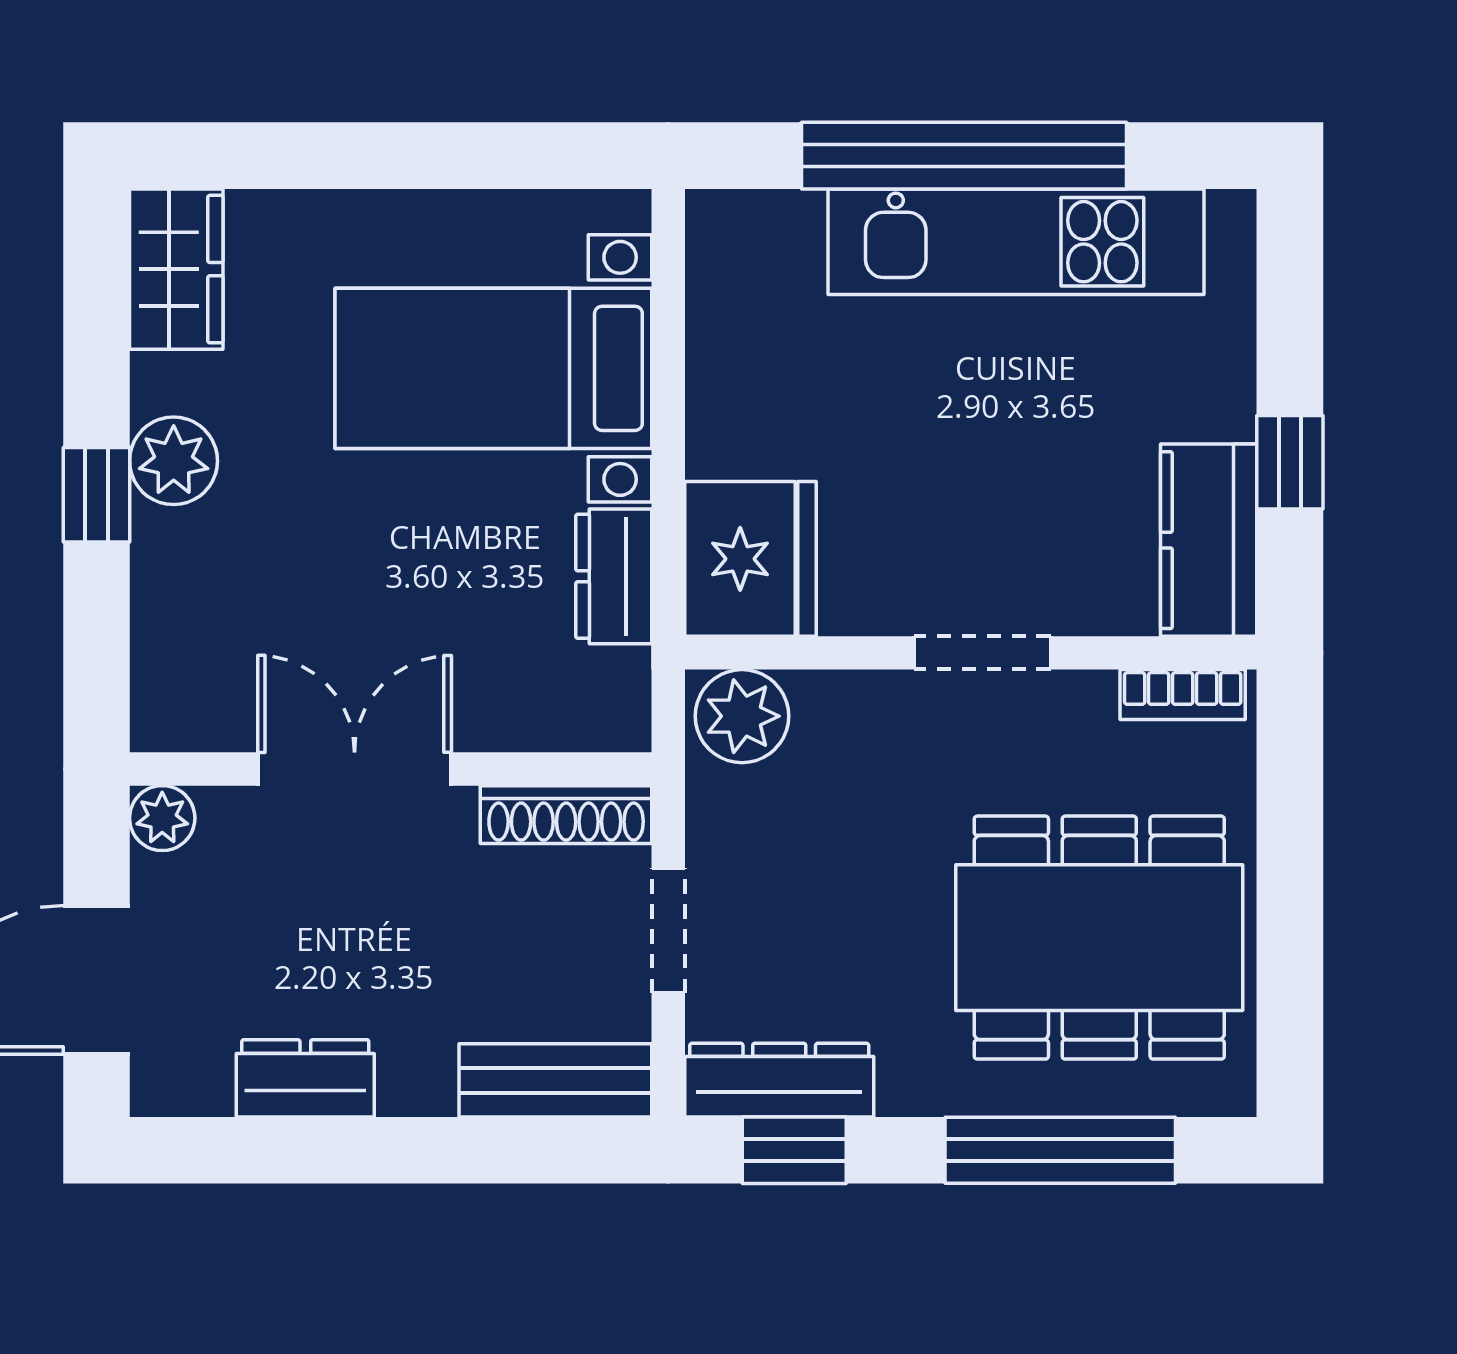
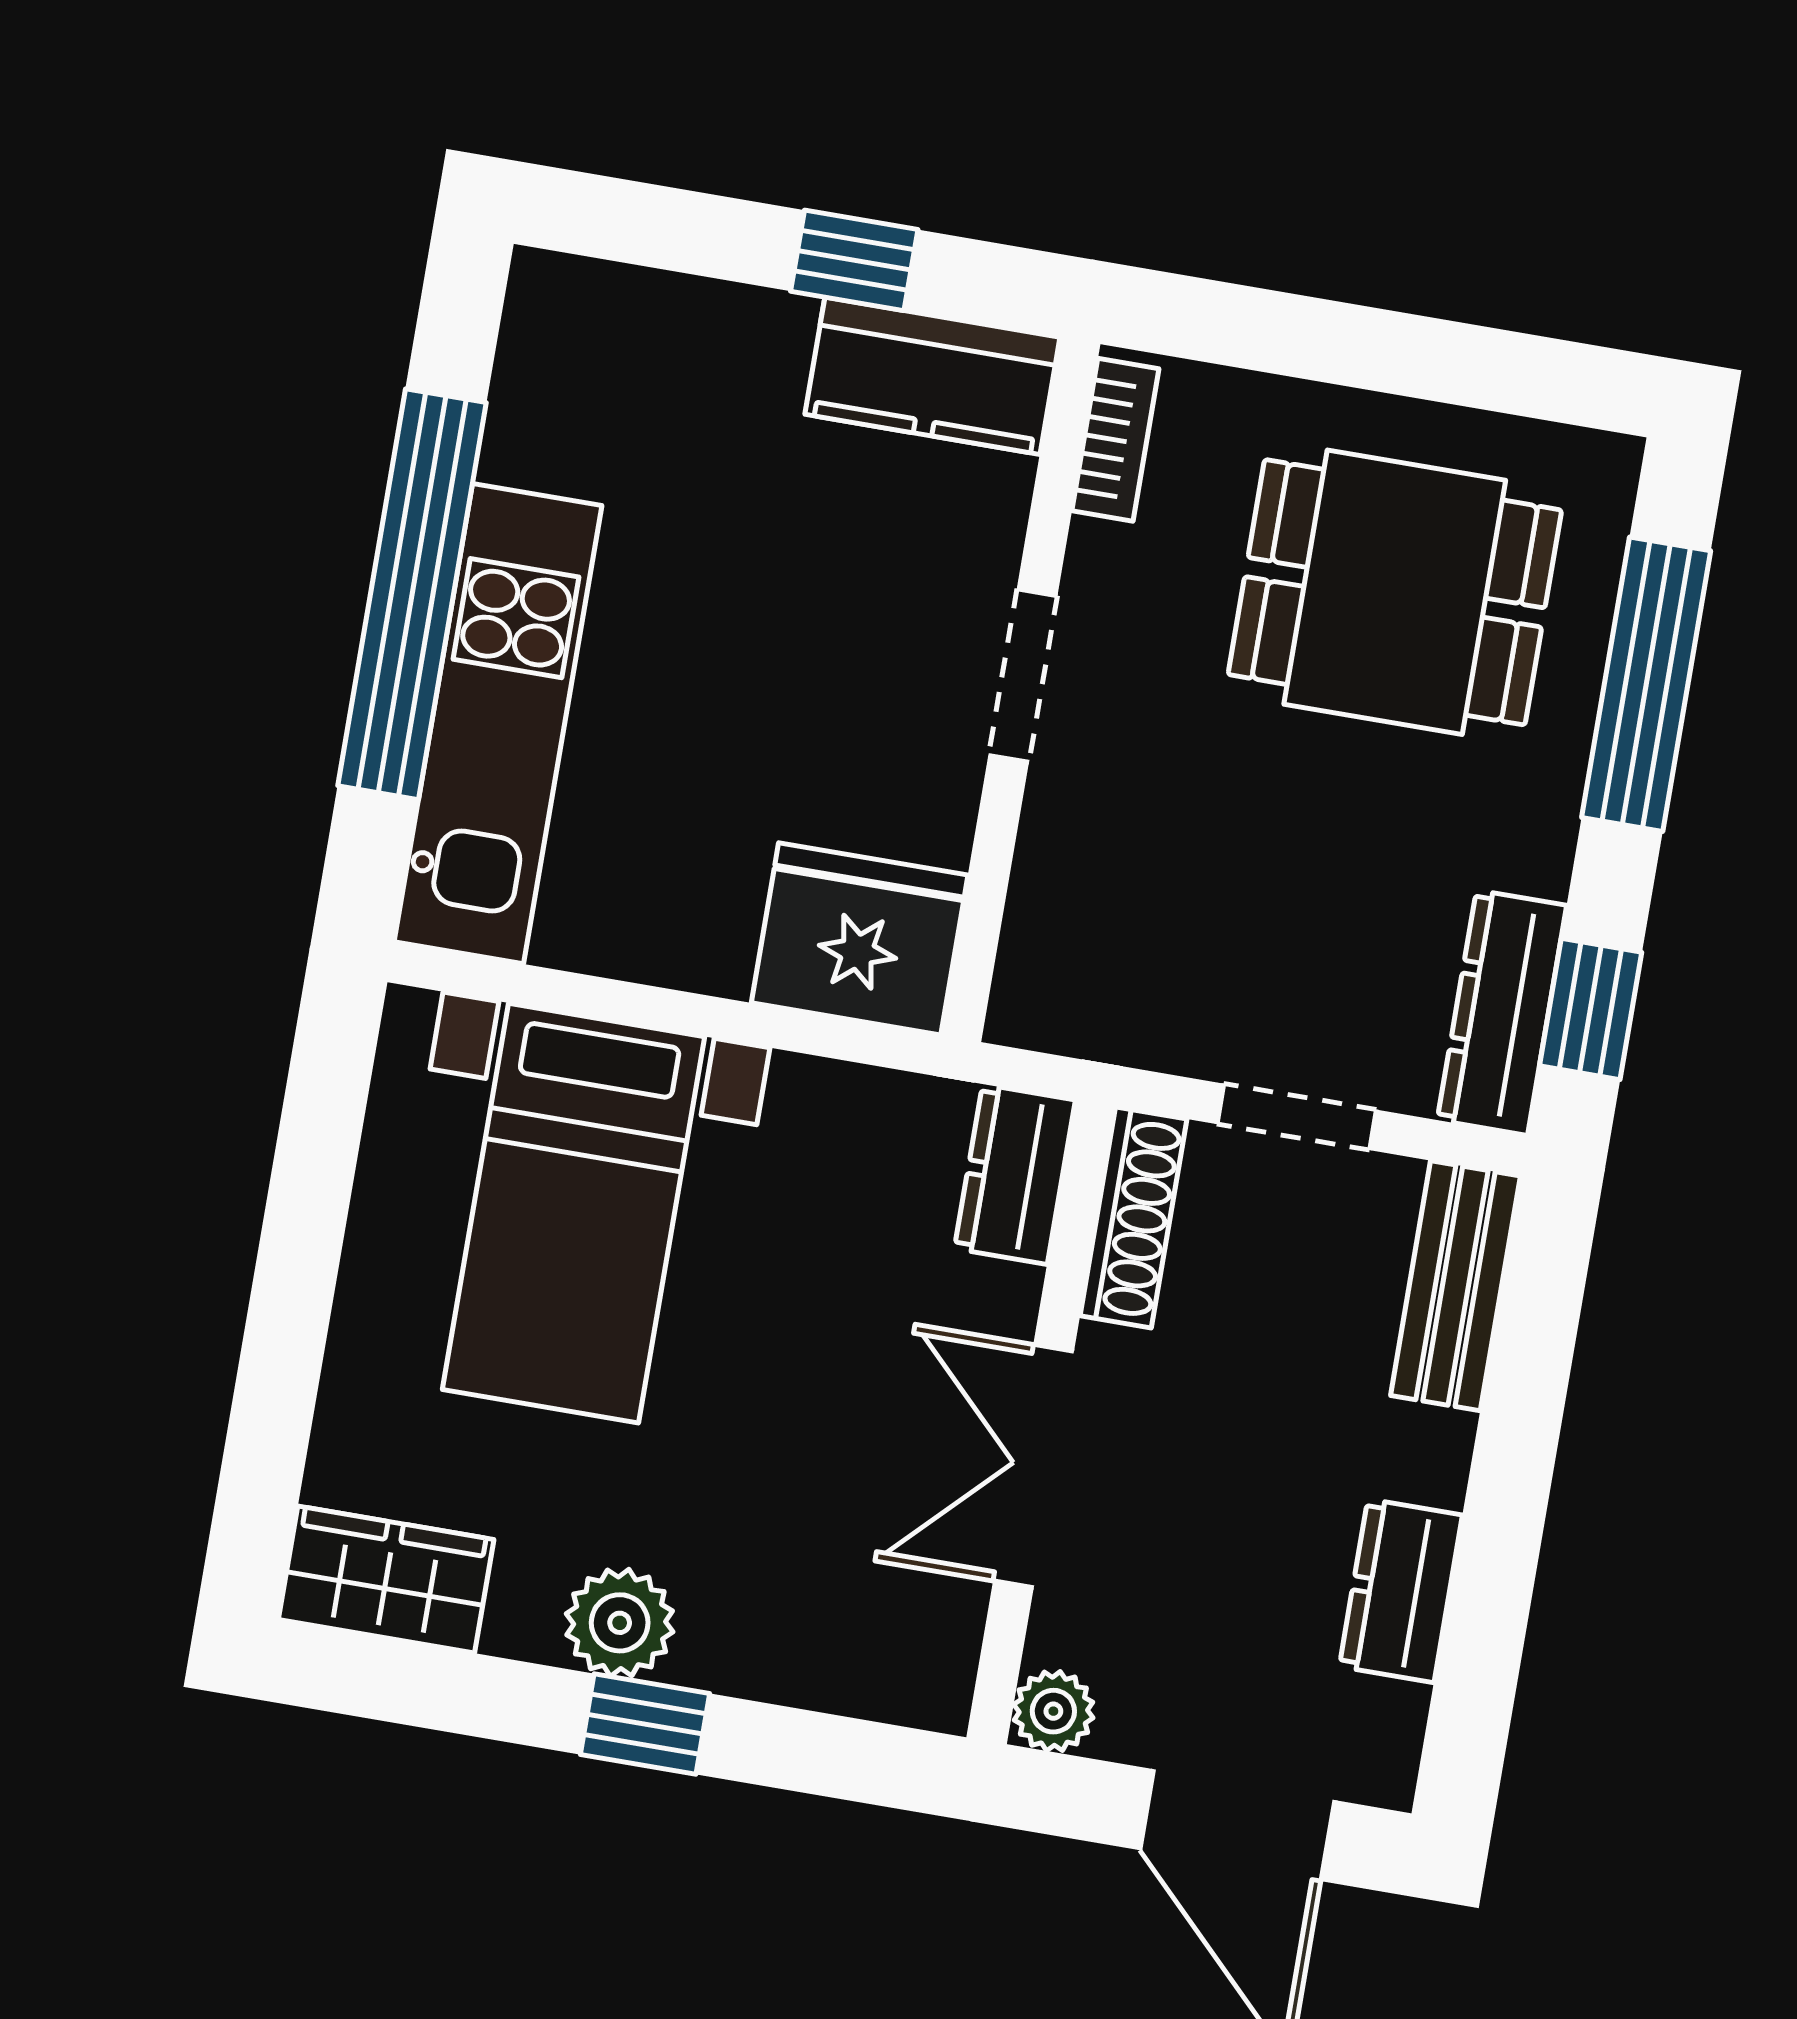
kitchen unit: (1016, 242) -> (498, 724), moved
dresser: (614, 576) -> (1015, 1174), moved, turned 90
plant: (742, 716) -> (1050, 982), removed
dining table: (1099, 938) -> (1395, 592), width x0.73

